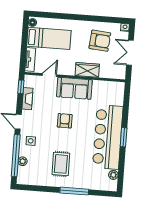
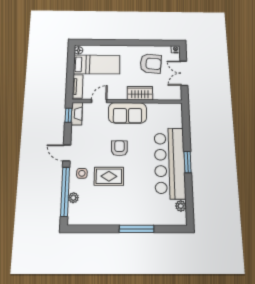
fireplace: (27, 99) -> (77, 114), moved
rug: (61, 164) -> (109, 176), moved, turned 90

